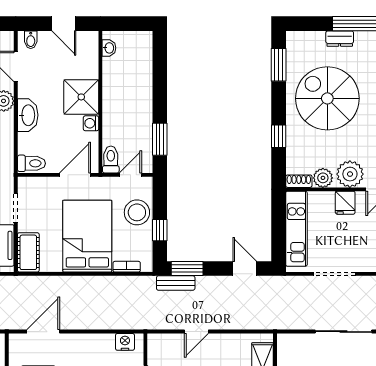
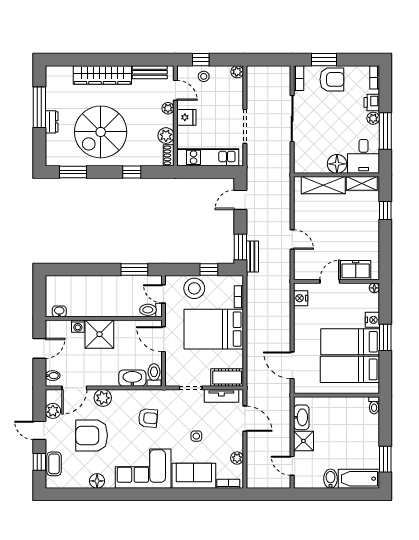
washbasin: (28, 115) -> (132, 378), moved
washing machine: (91, 123) -> (78, 326), moved
plant: (350, 174) -> (168, 108), width x0.53, depth x0.53

